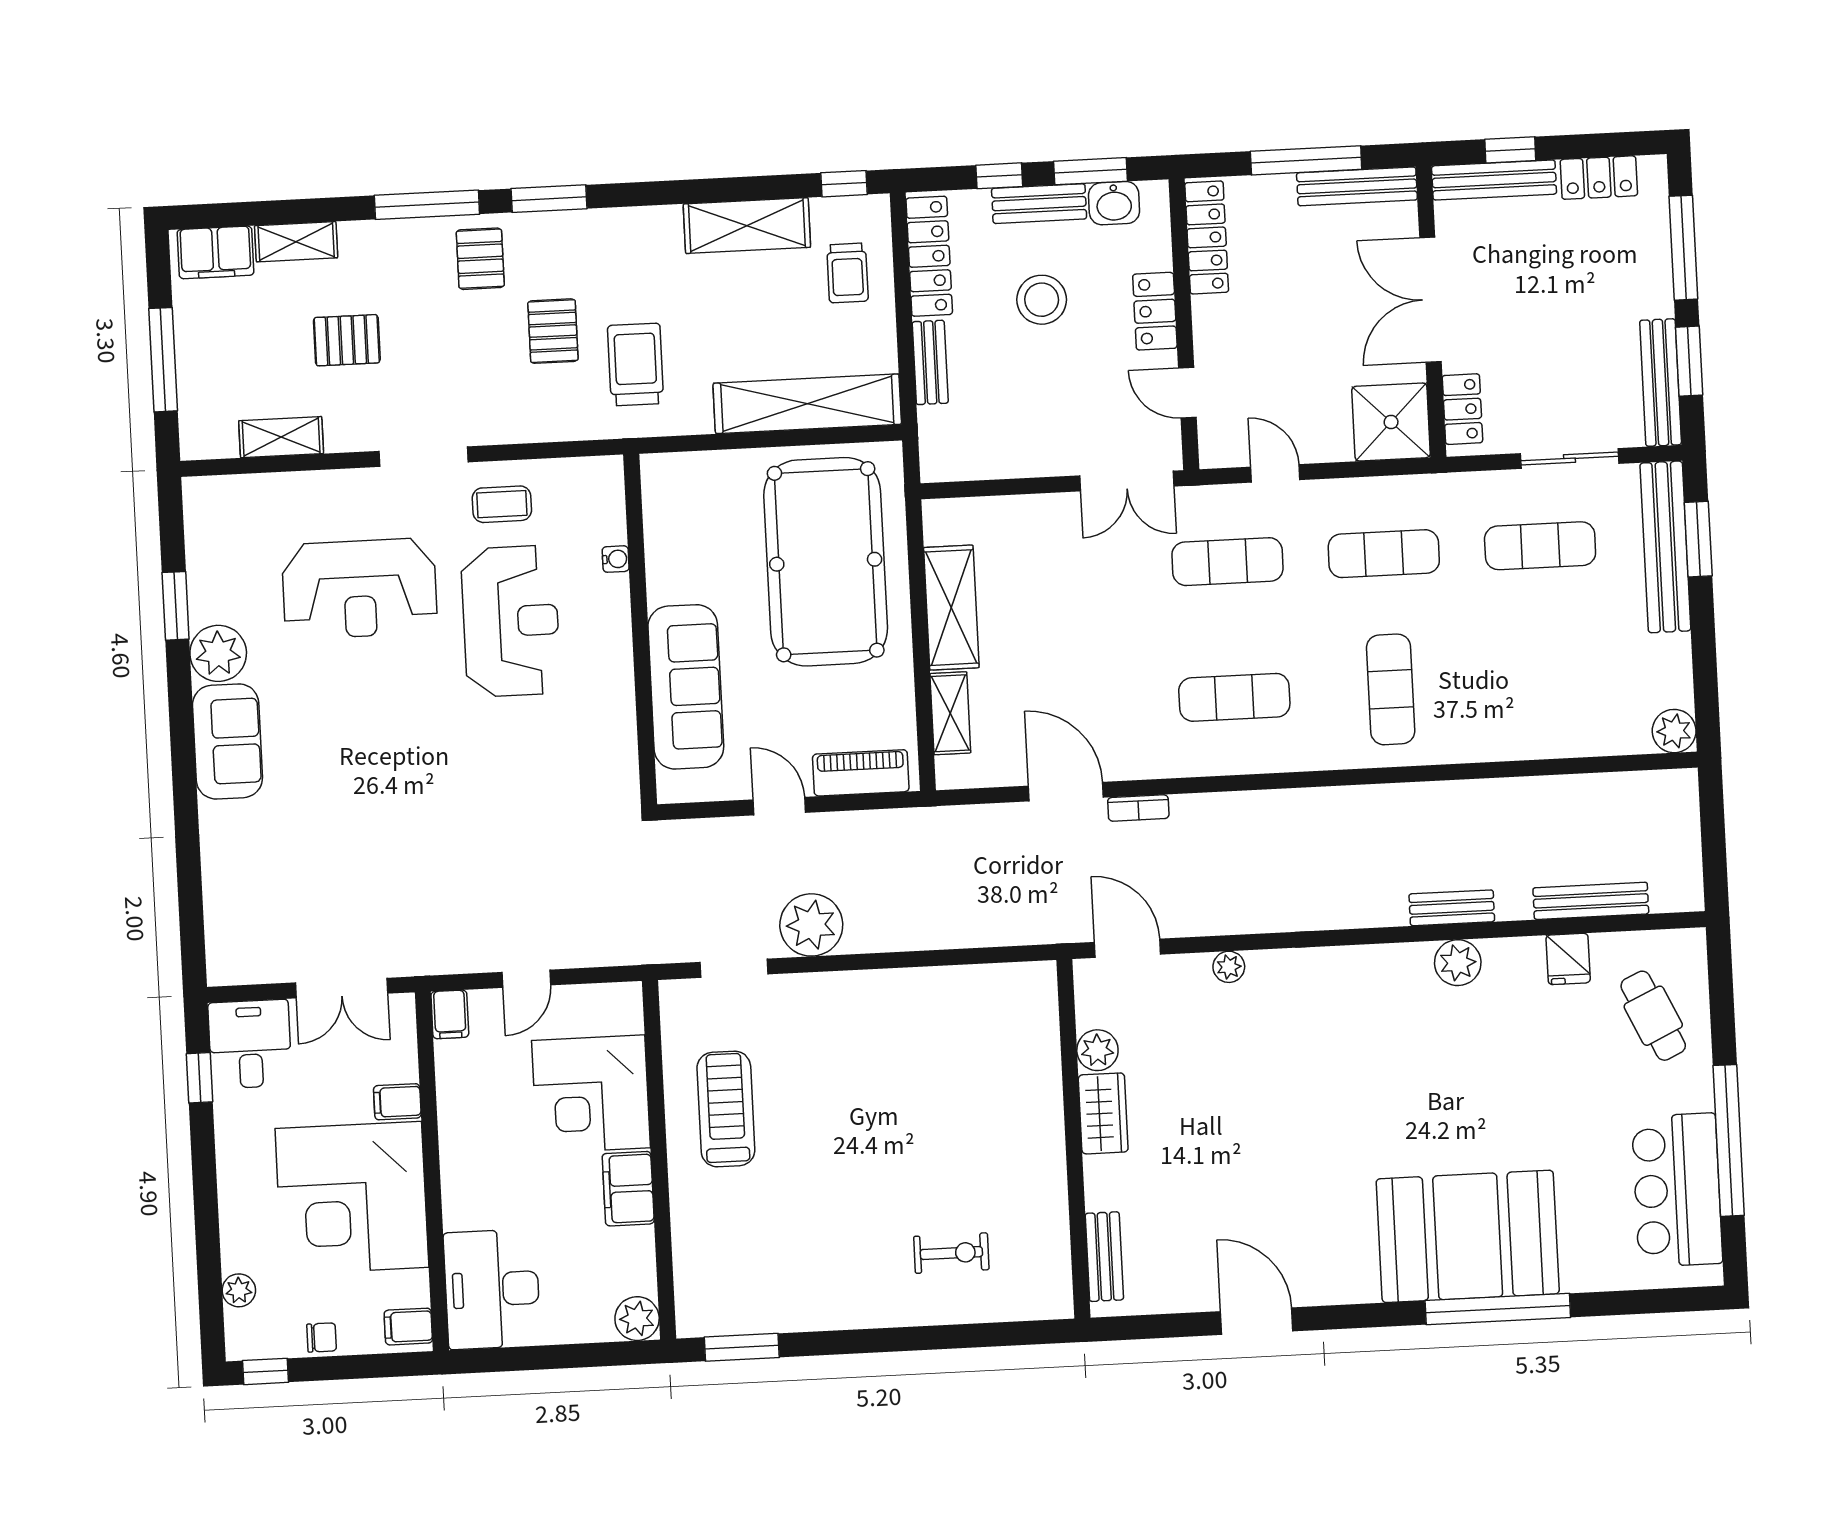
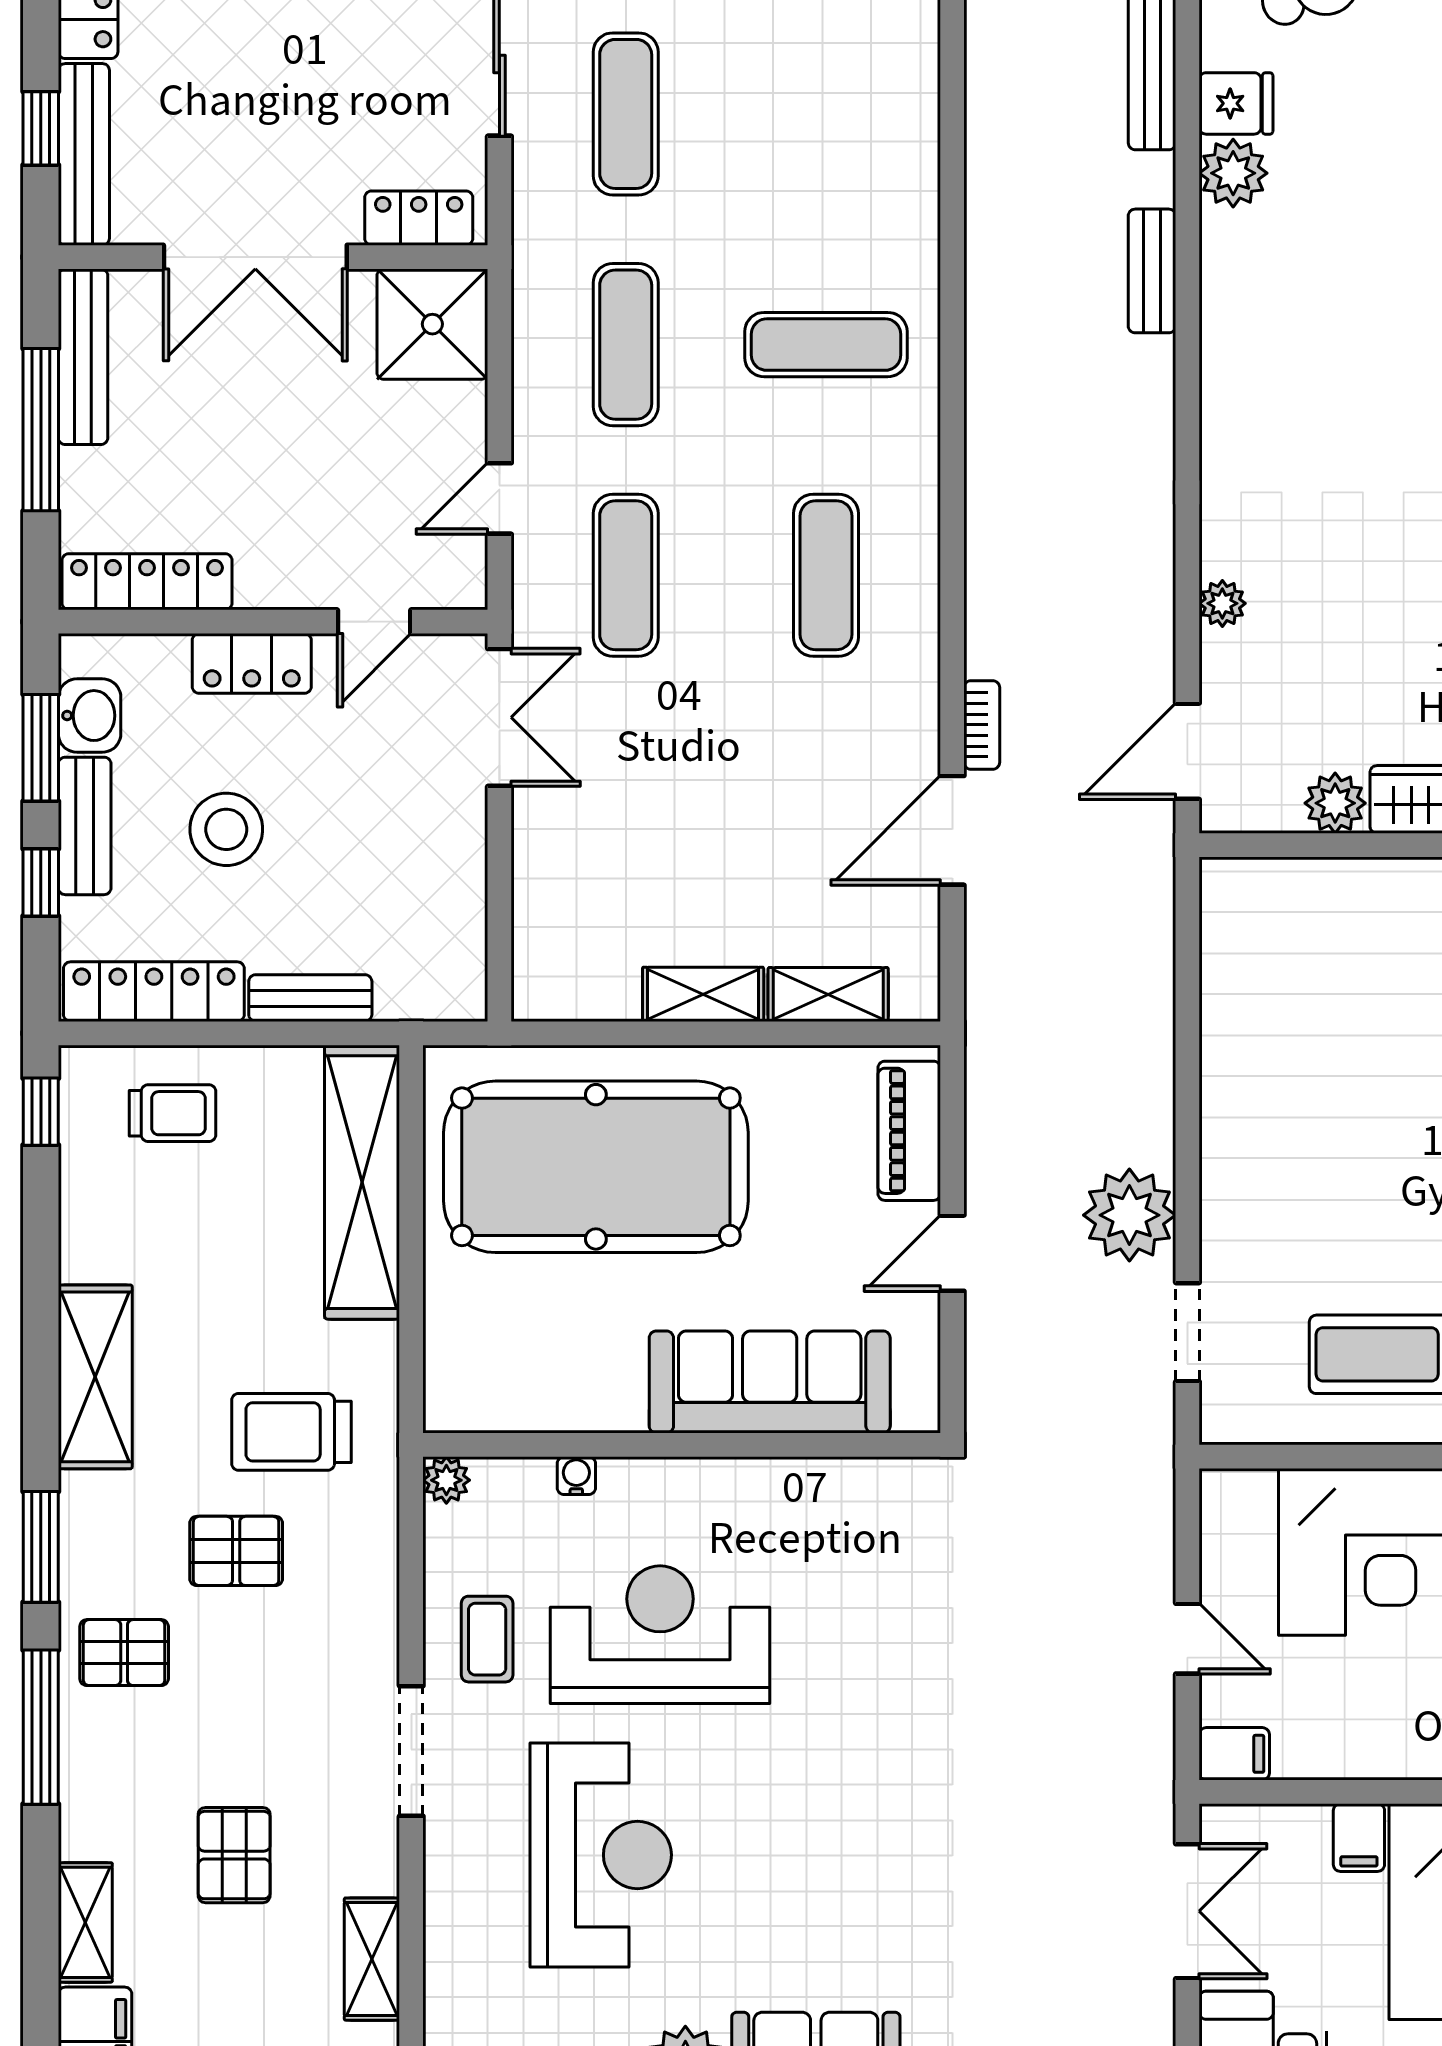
shelving: (747, 226) -> (95, 1377), moved
plant: (608, 471) -> (446, 1480), added
shelving: (951, 608) -> (703, 994), width x0.67, depth x0.75
plant: (1458, 963) -> (1233, 173), moved

